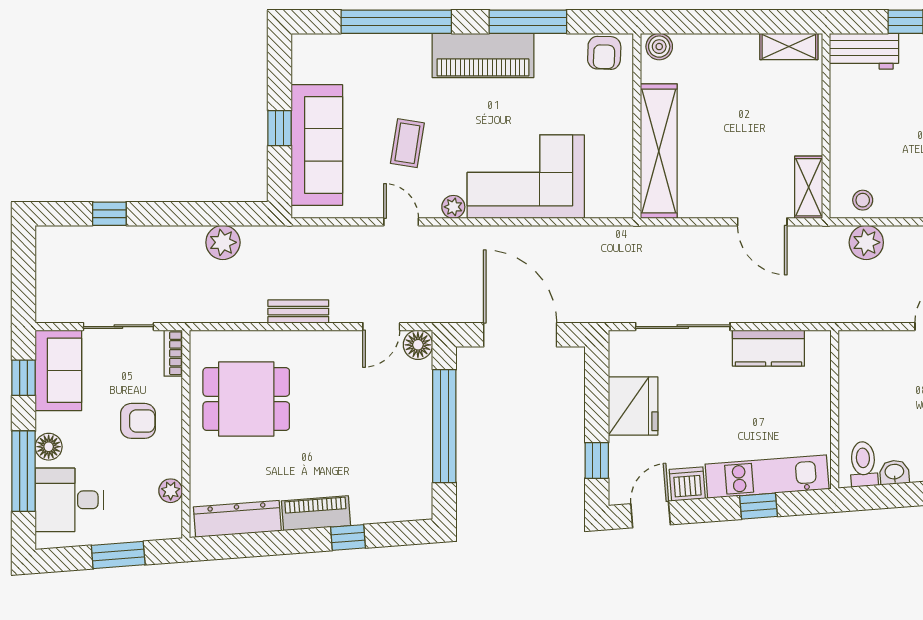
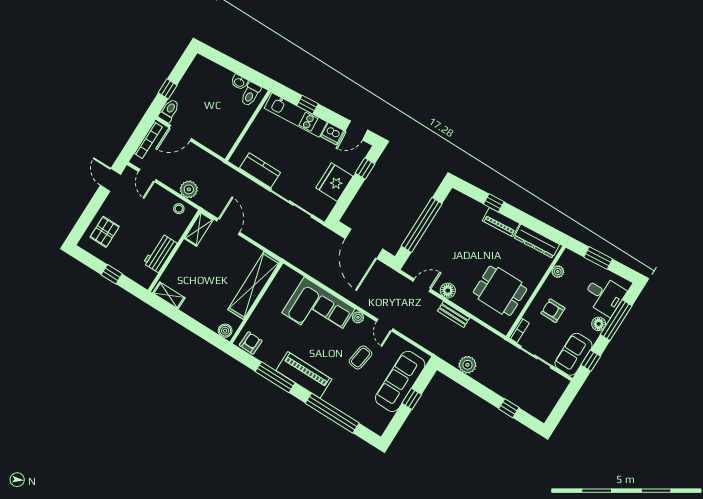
workbench: (864, 51) -> (160, 253), moved, turned -90
floor lamp: (418, 345) -> (448, 291), moved

